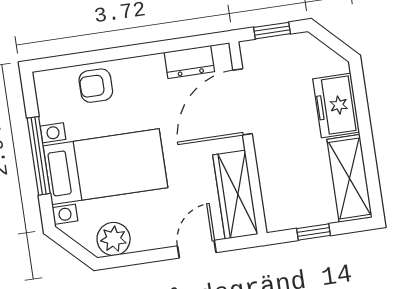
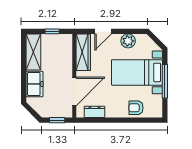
armchair: (96, 86) -> (136, 108), turned 180
plant: (114, 239) -> (128, 41), moved

